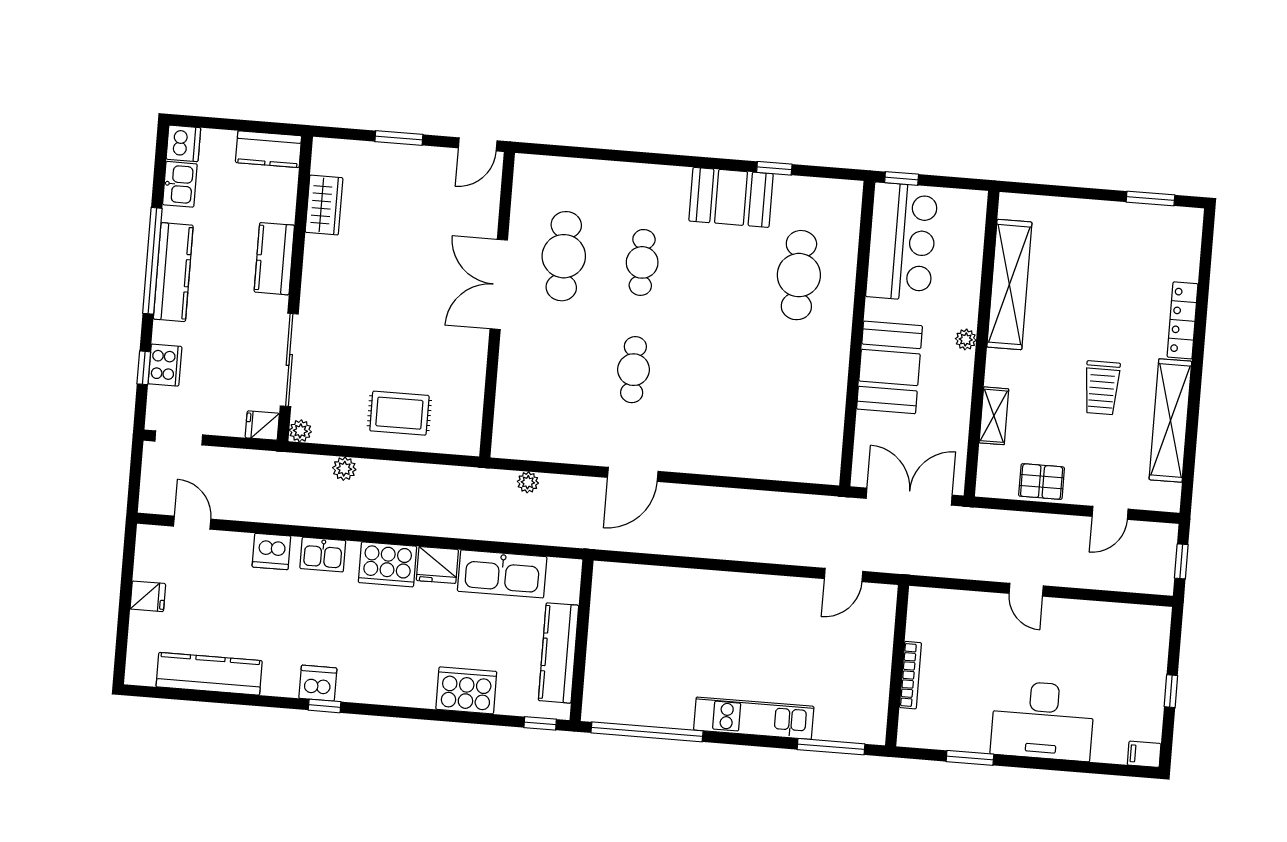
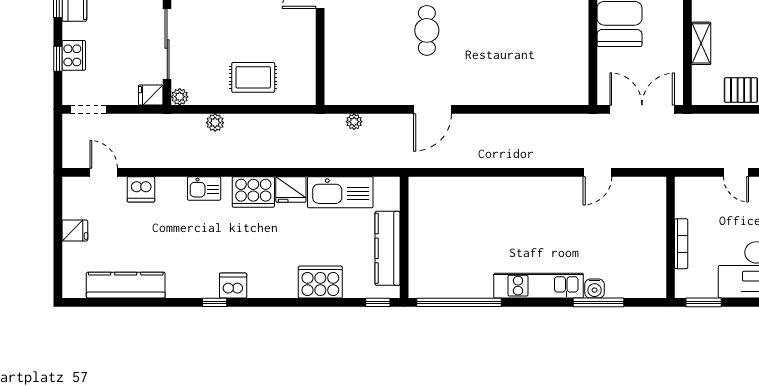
dishwasher: (271, 552) -> (141, 189), moved
wall: (897, 666) -> (671, 237), moved
bookcase: (910, 675) -> (681, 244), moved
dishwasher: (318, 683) -> (233, 286), moved
water cooler: (827, 728) -> (595, 289), added

